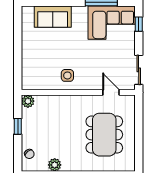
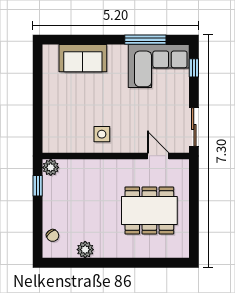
window: (18, 126) -> (38, 186), moved
dining table: (104, 135) -> (149, 210), turned 90

